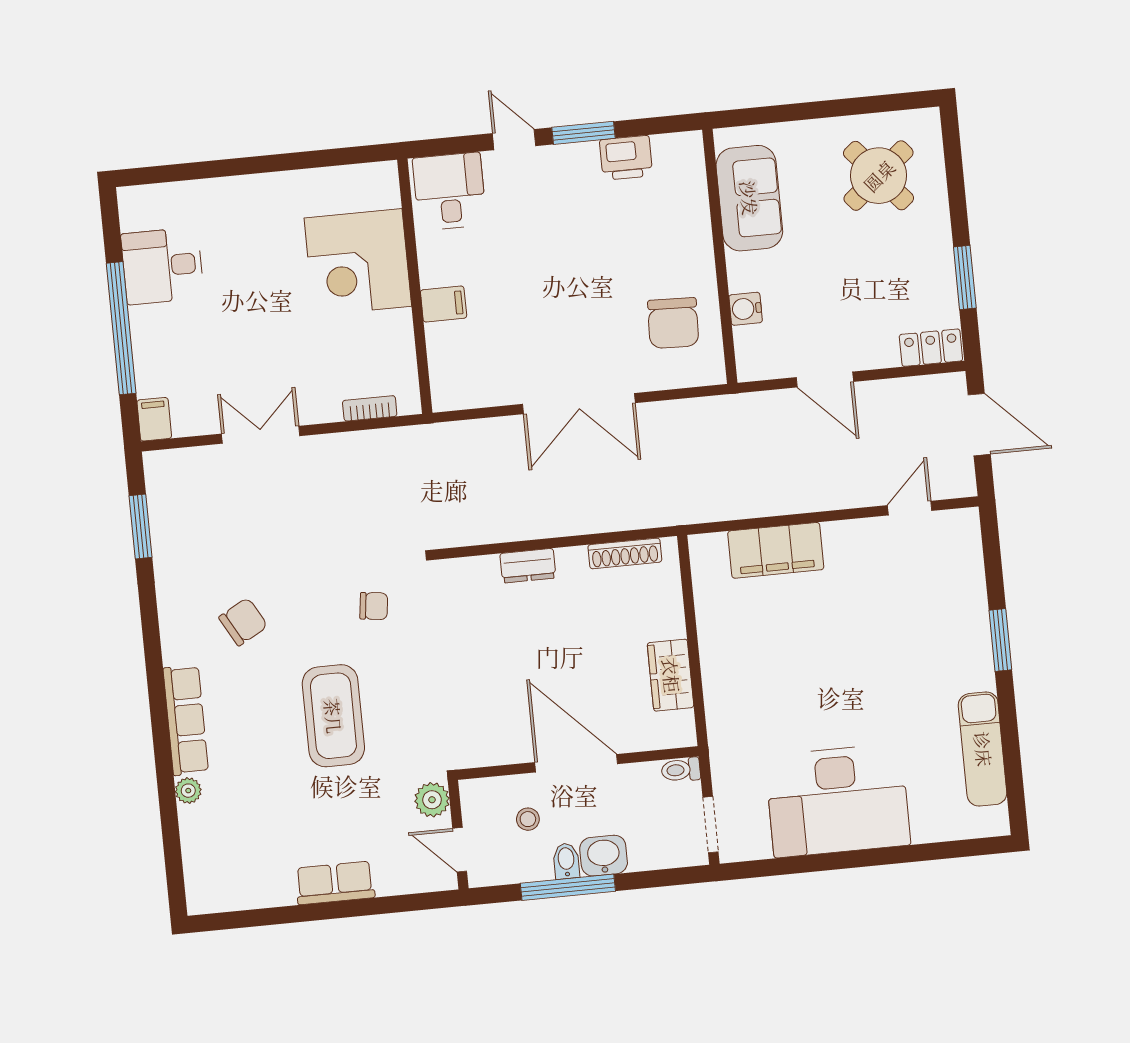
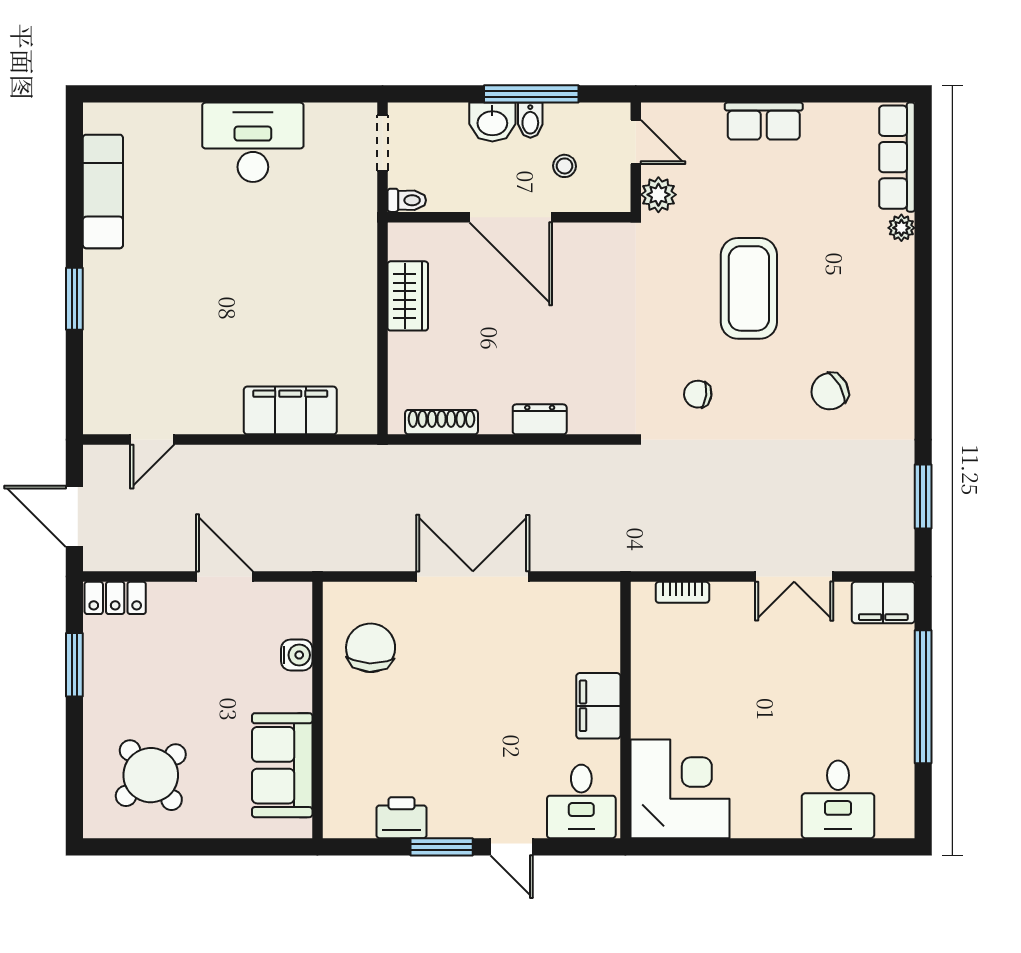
corner desk: (358, 262) -> (680, 789), moved
desk: (162, 266) -> (838, 799), moved, turned 90
filing cabinet: (444, 304) -> (598, 706), width x2.00
filing cabinet: (154, 419) -> (883, 602), width x2.00
row of seats: (186, 720) -> (897, 157), moved
desk: (838, 801) -> (253, 142), width x0.73, depth x0.77

